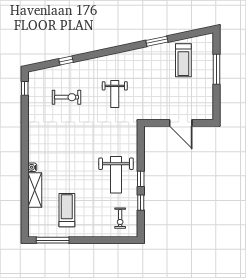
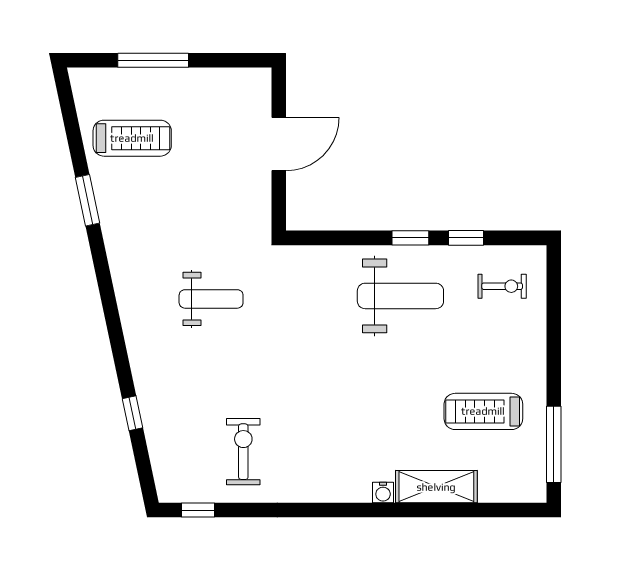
exercise bike: (66, 97) -> (243, 452), moved

